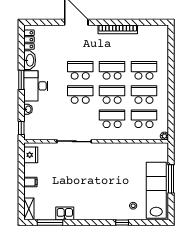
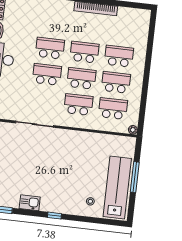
kitchen sink: (65, 213) -> (30, 203), moved
window: (122, 222) -> (54, 216), moved

